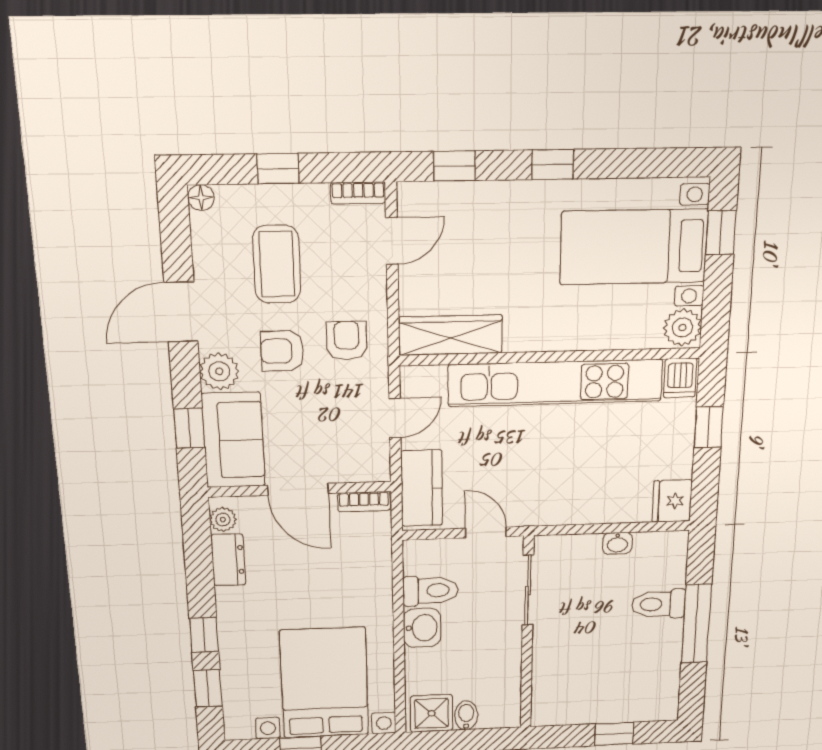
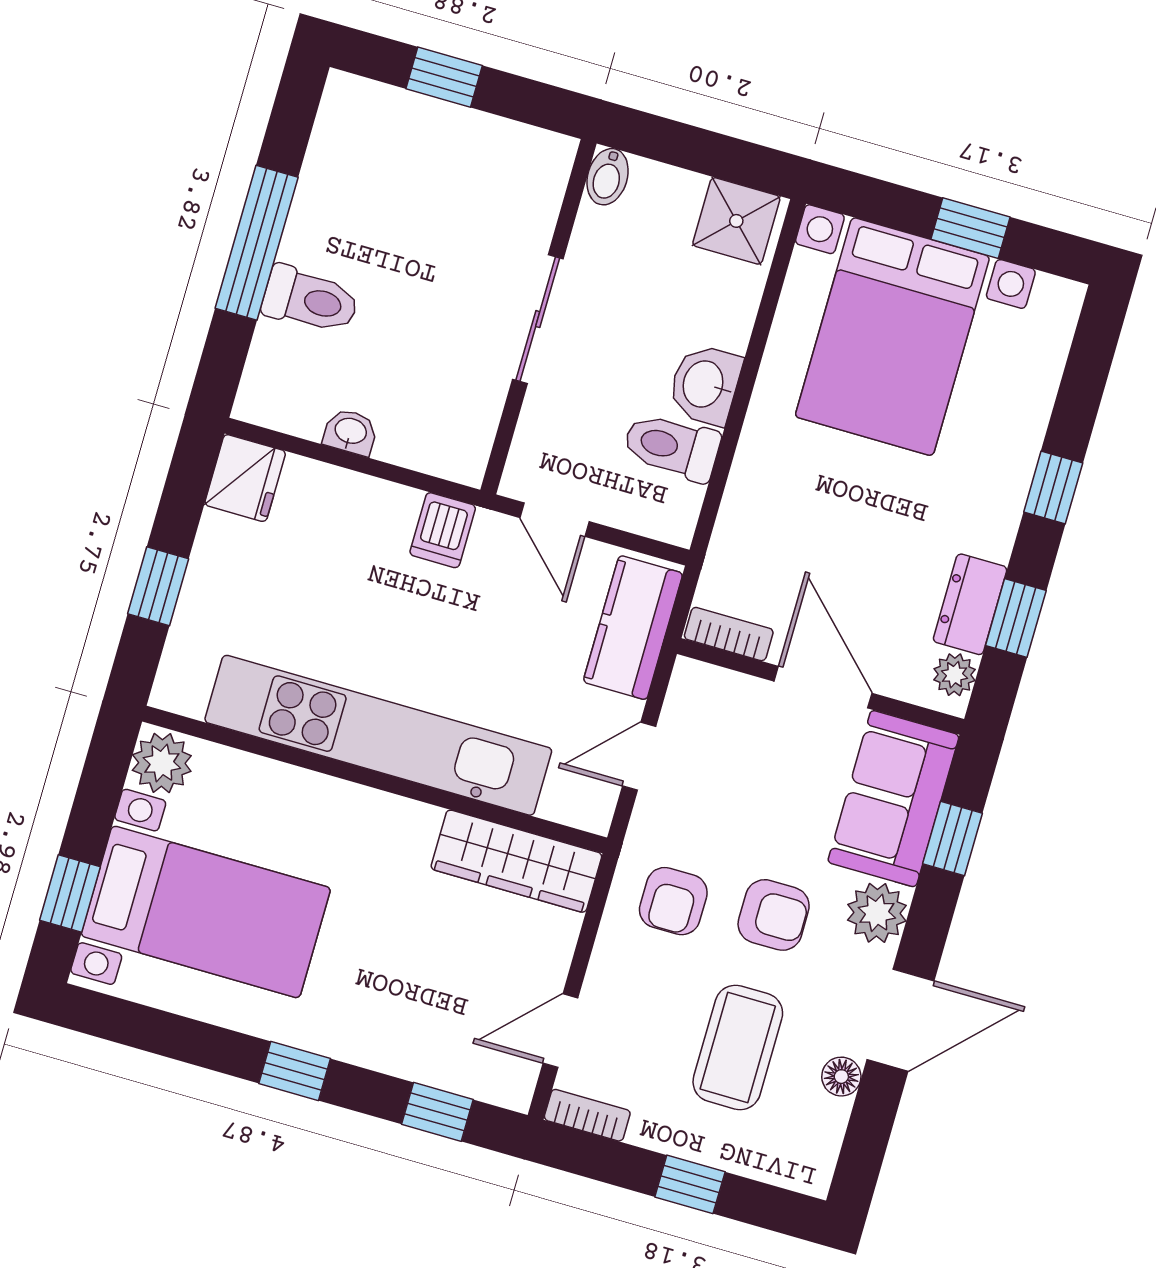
floor lamp: (201, 198) -> (841, 1077), moved
dishwasher: (680, 378) -> (443, 530), moved, turned 180
sliding door: (528, 590) -> (538, 319), moved
window: (208, 688) -> (1016, 618), moved
bidet: (466, 715) -> (608, 177), moved

